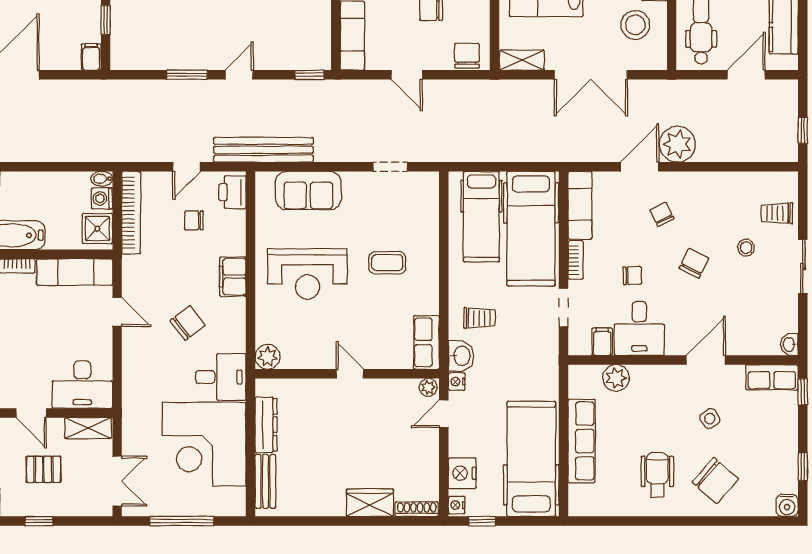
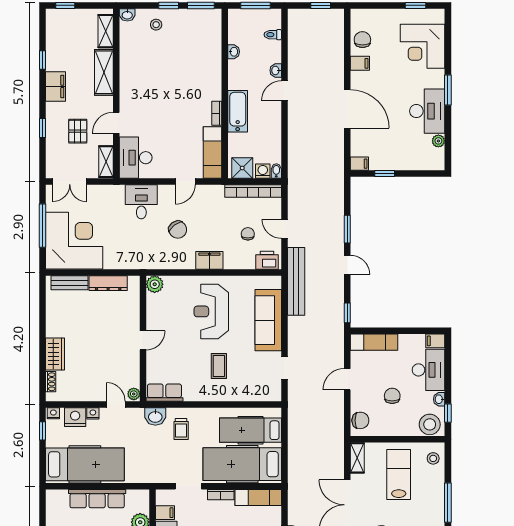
sofa: (308, 190) -> (268, 320), width x1.36
desk: (221, 377) -> (141, 202), moved, turned 180
nightstand: (457, 382) -> (93, 413), moved
corner desk: (204, 444) -> (74, 241), moved, turned 90
shoe rack: (417, 509) -> (51, 382), width x0.70

